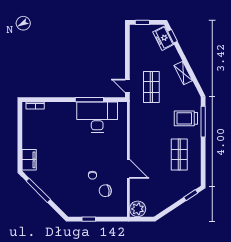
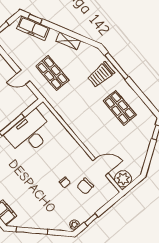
freezer: (163, 38) -> (33, 28), width x1.40
door: (127, 86) -> (23, 77), moved
door: (128, 169) -> (100, 167), moved
plant: (73, 212) -> (74, 225), added

